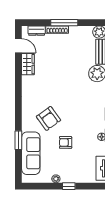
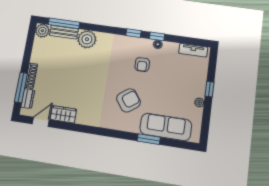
window: (64, 23) -> (21, 87), moved
armchair: (66, 142) -> (142, 65), moved

